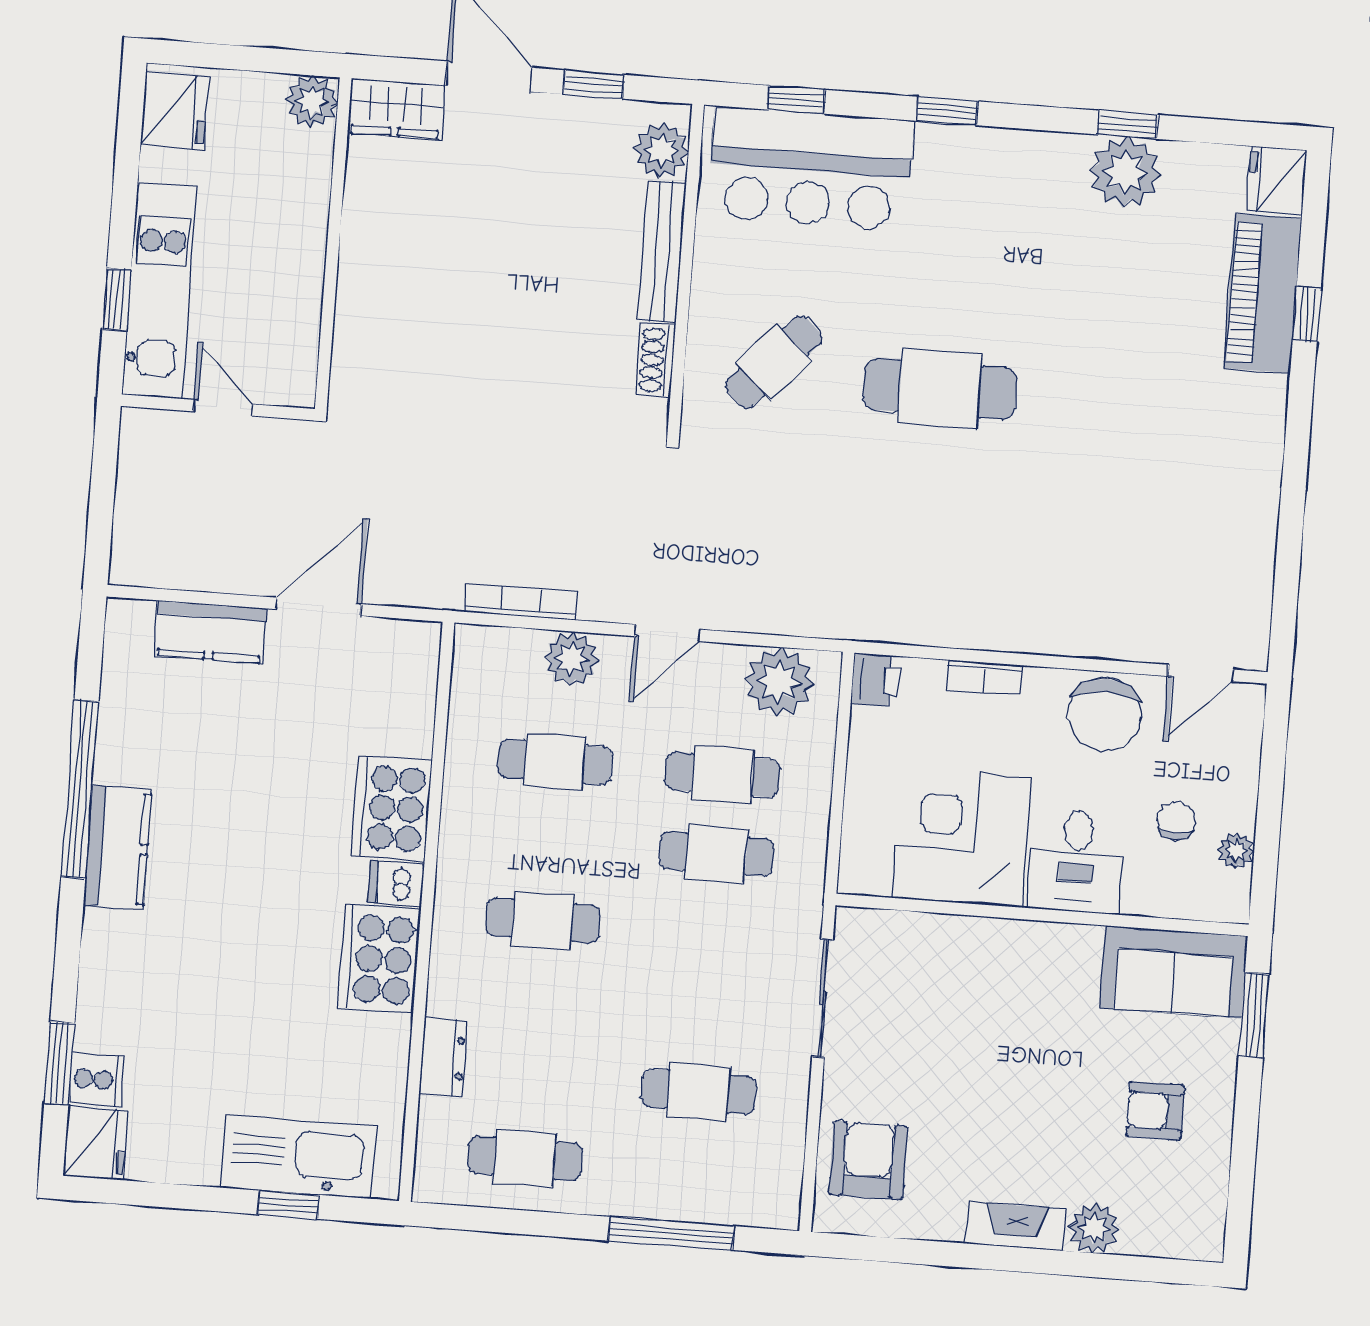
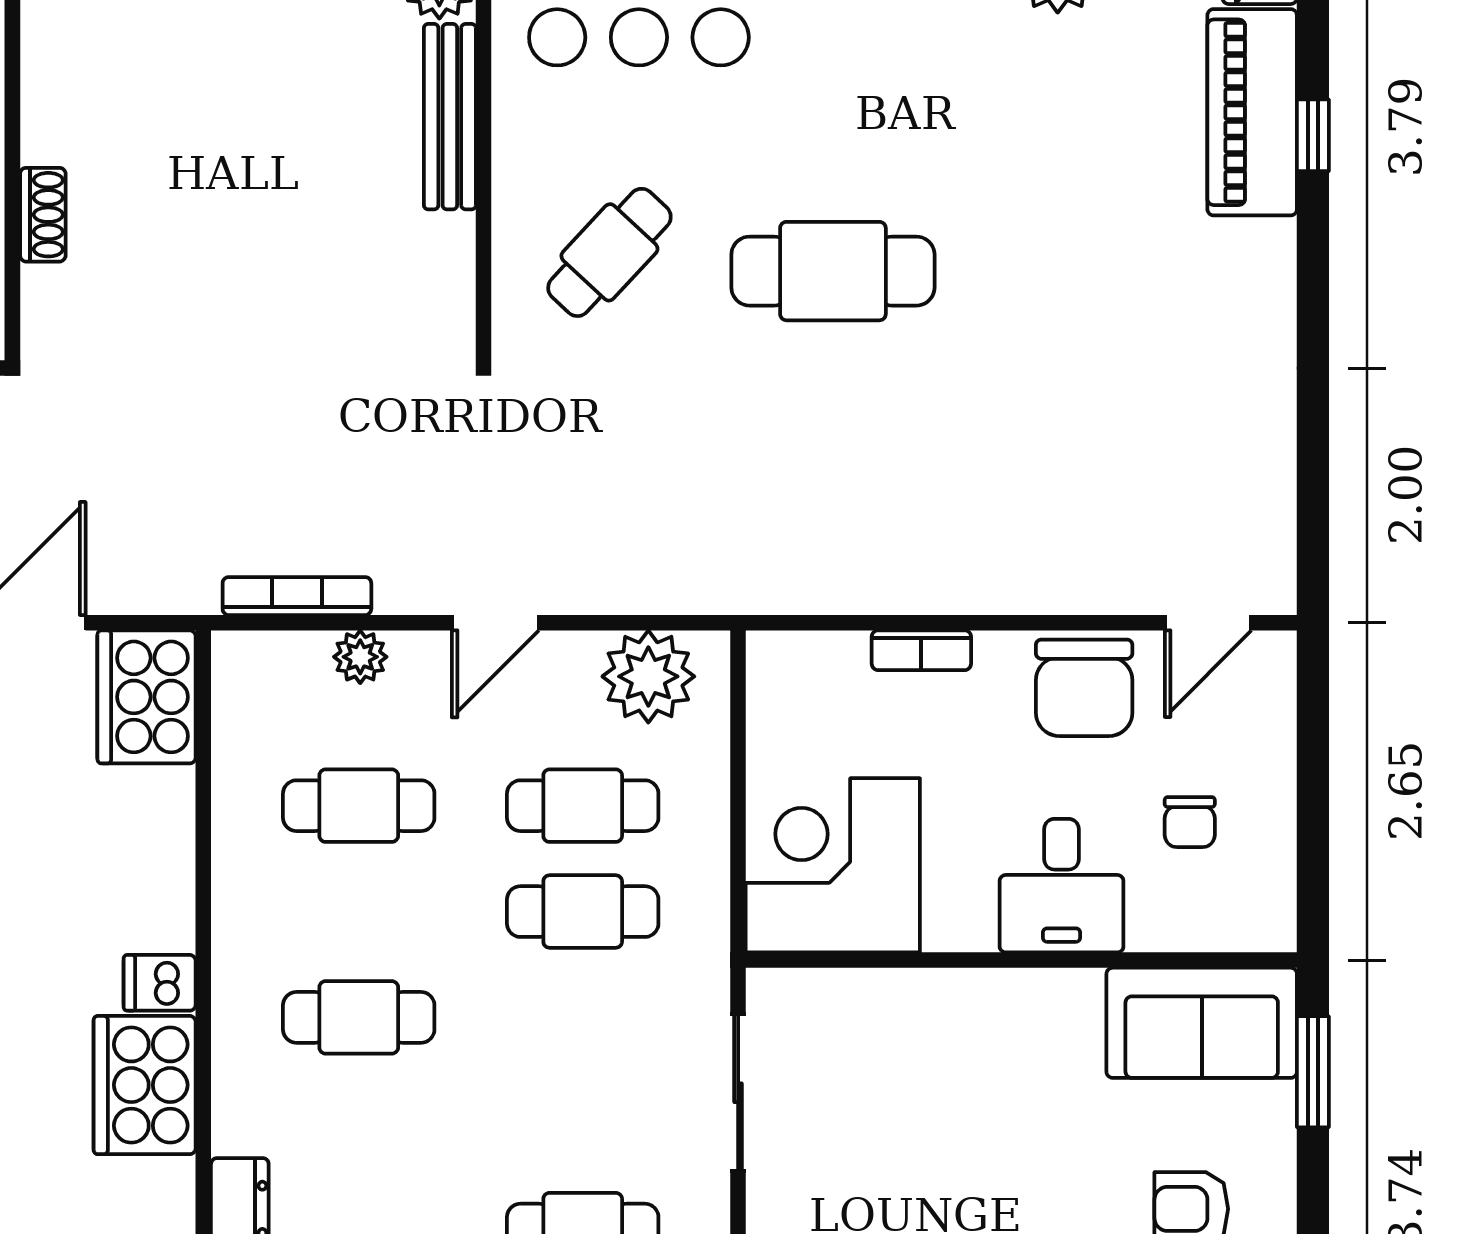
shoe rack: (656, 360) -> (43, 215), moved, turned 180
plant: (571, 659) -> (360, 657), width x0.73, depth x0.73
printer: (876, 680) -> (777, 664), removed
cooker: (392, 808) -> (147, 697), moved
chair: (1176, 821) -> (1190, 822), turned 180
corner desk: (962, 838) -> (833, 865), moved
plant: (1236, 851) -> (1273, 855), removed

